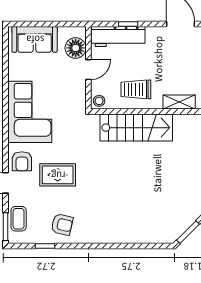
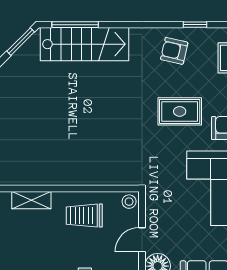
trolley: (136, 89) -> (84, 216), turned 180
stairs: (136, 128) -> (85, 44), moved, turned 180
window: (143, 246) -> (75, 25), added

